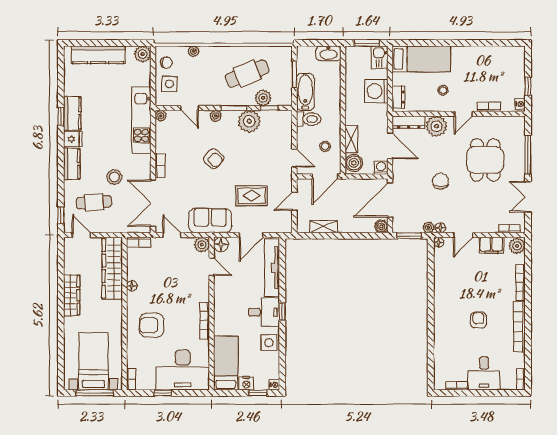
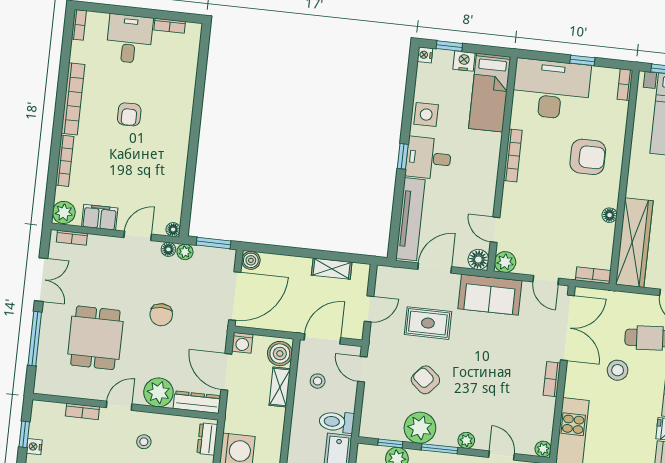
nightstand: (520, 104) -> (34, 447), moved
armchair: (214, 159) -> (425, 380), moved

